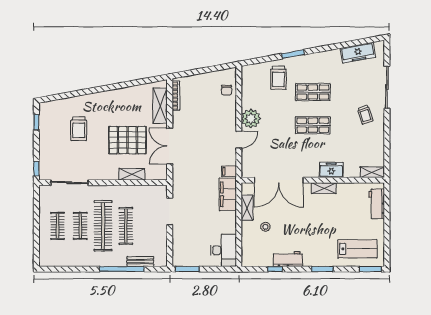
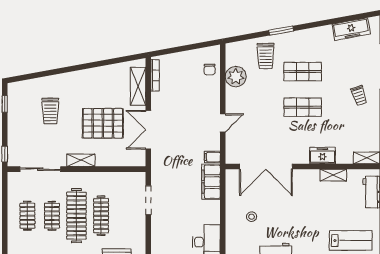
plant: (251, 119) -> (236, 77), moved
shelving: (132, 174) -> (81, 160), moved
shelving: (324, 188) -> (333, 175), moved
shelving: (247, 208) -> (232, 196), removed

